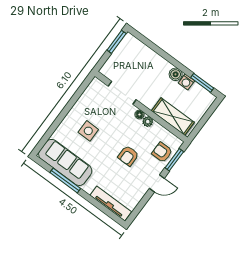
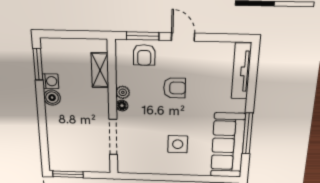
shelving: (173, 117) -> (100, 70), width x0.67, depth x0.75

